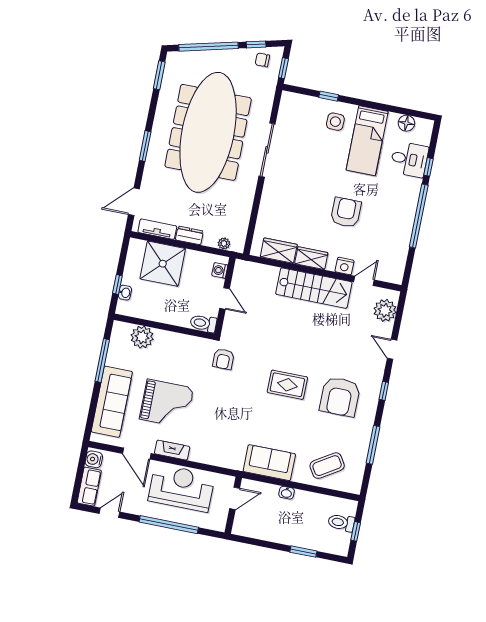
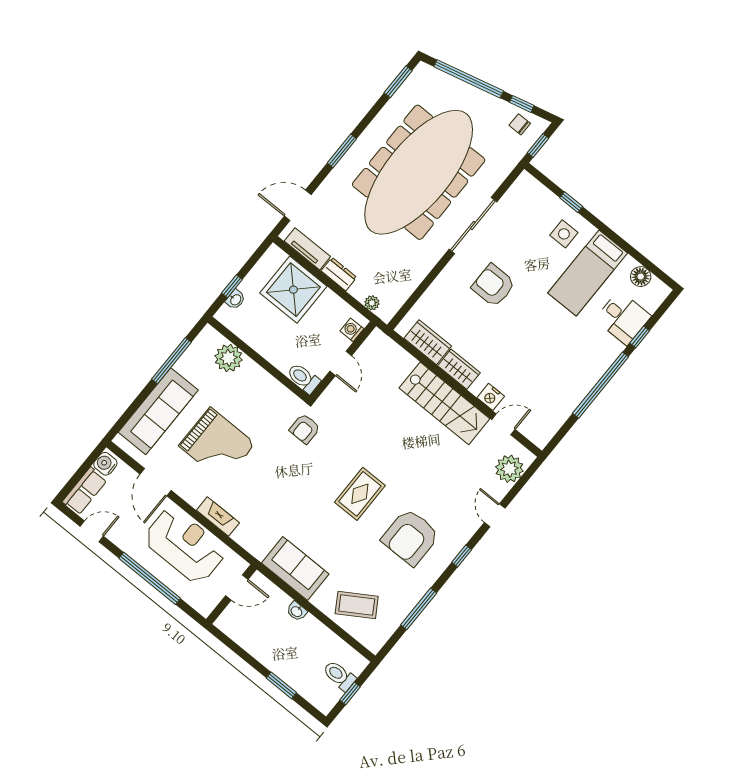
armchair: (346, 212) -> (493, 285), moved, turned -90
rug: (287, 385) -> (360, 494), turned 90
fireplace: (172, 450) -> (218, 517), moved

